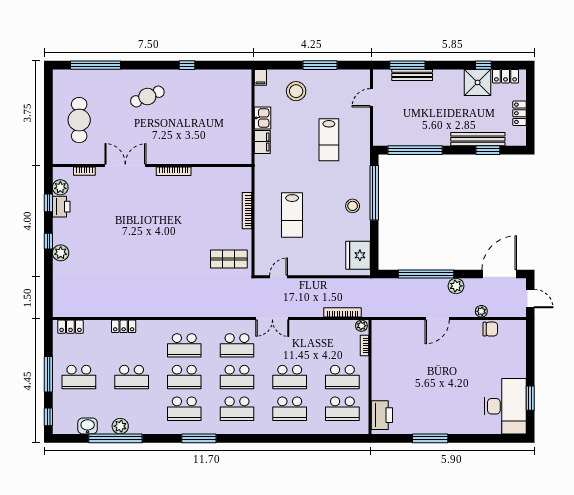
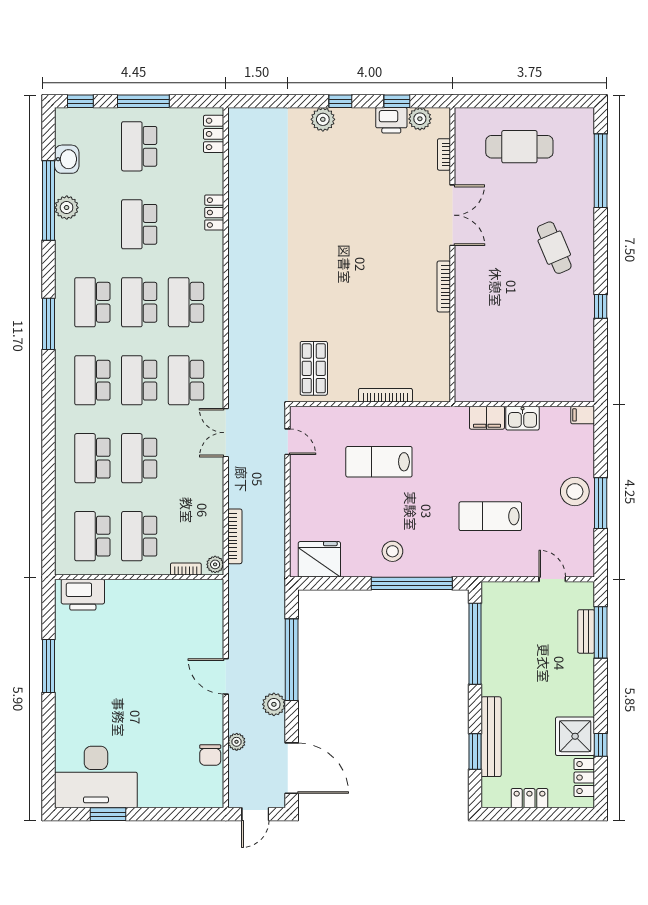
bench: (412, 75) -> (586, 631), width x0.73
stool: (296, 91) -> (575, 492), moved

